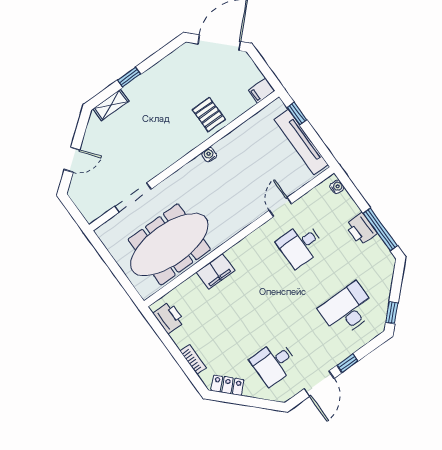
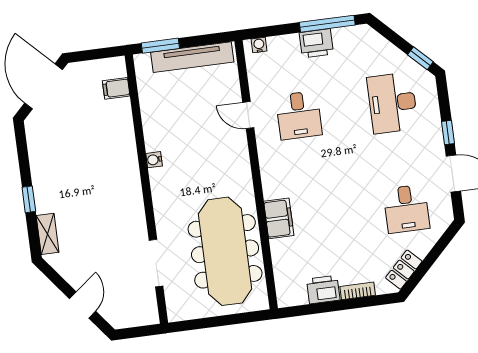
filing cabinet: (262, 91) -> (116, 88), moved, turned 90
window: (297, 114) -> (160, 46), width x1.50
pallet: (209, 115) -> (112, 138), removed
printer: (169, 317) -> (323, 290), moved

